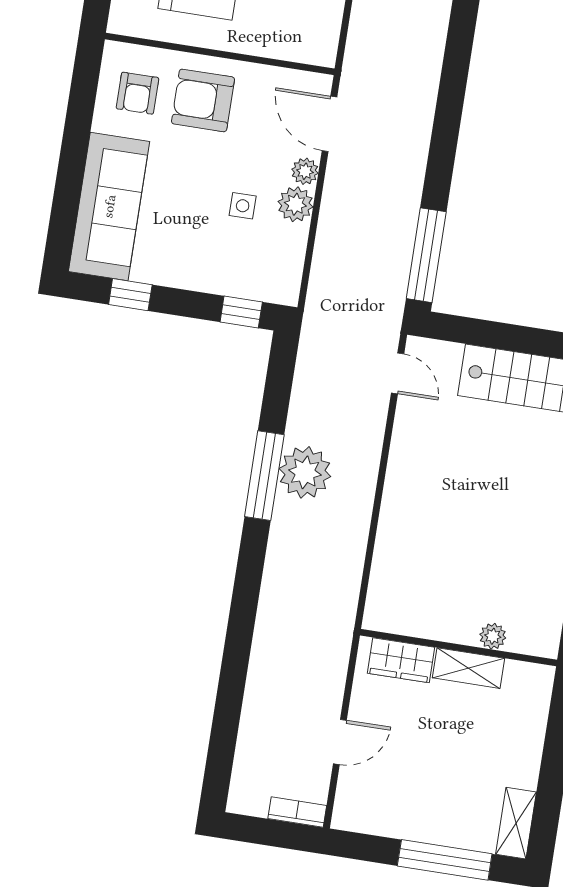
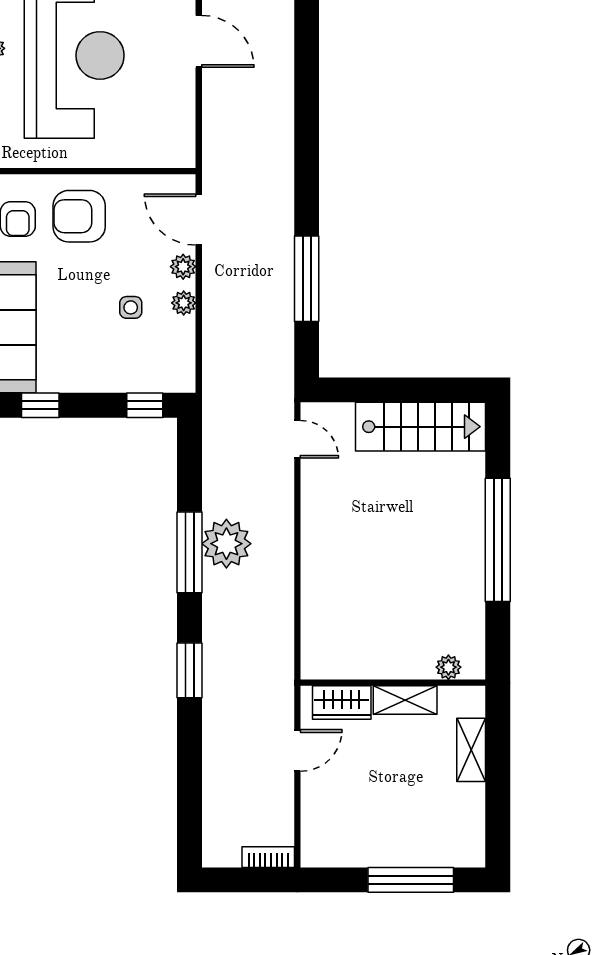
plant: (295, 204) -> (184, 303), width x0.73, depth x0.73
window: (426, 255) -> (307, 279), moved
window: (245, 601) -> (190, 670), added
plant: (493, 636) -> (448, 667), moved
door: (340, 742) -> (297, 750), moved
shelving: (516, 823) -> (471, 750), moved

